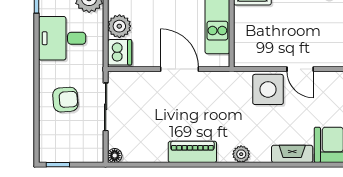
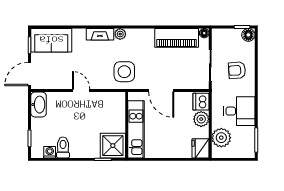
side table: (268, 89) -> (124, 72), moved
piano: (192, 152) -> (177, 38), moved, width x1.37, depth x1.33
floor lamp: (48, 153) -> (248, 35), added
fireplace: (292, 154) -> (100, 34), moved

